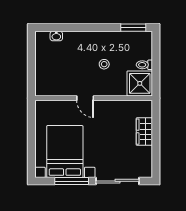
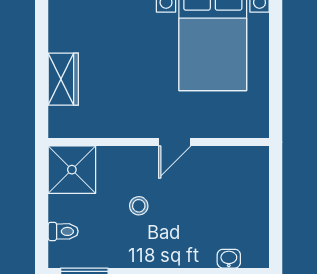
toilet: (144, 65) -> (63, 231), moved
door: (85, 98) -> (175, 142), swing flipped

